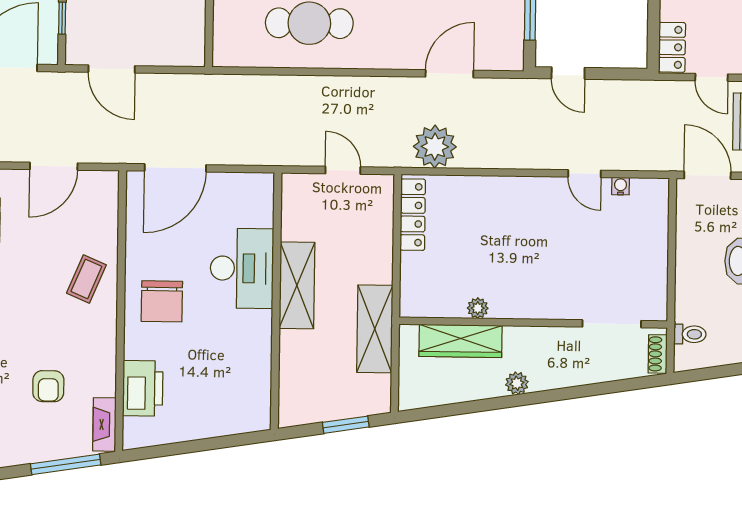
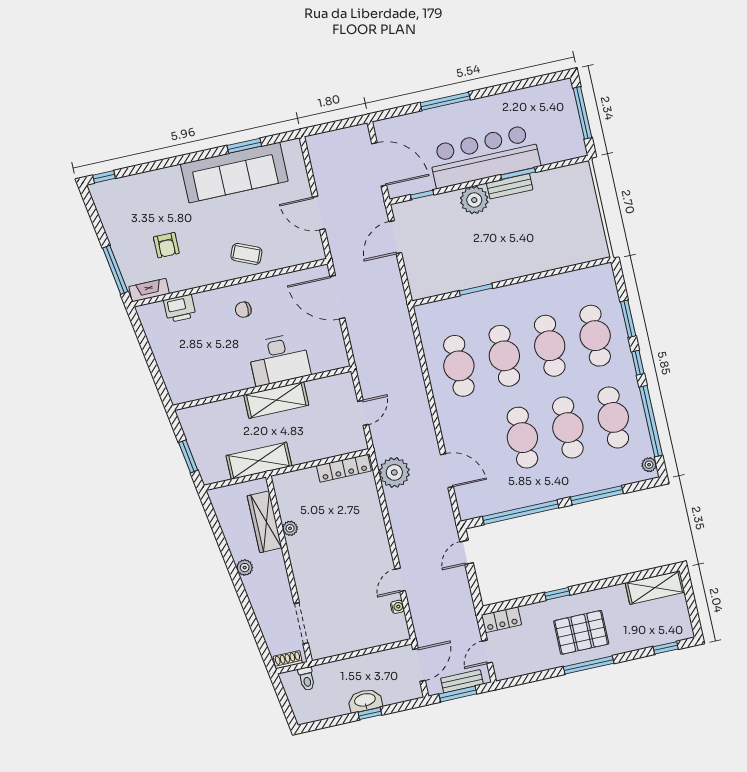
chair: (162, 301) -> (243, 310), width x0.54, depth x0.54
armchair: (48, 386) -> (166, 245), turned -90
printer: (143, 388) -> (180, 308), width x0.73, depth x0.84

